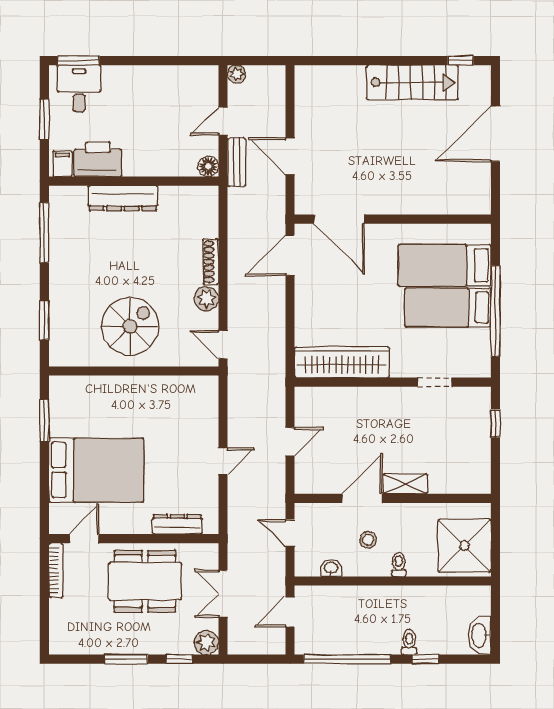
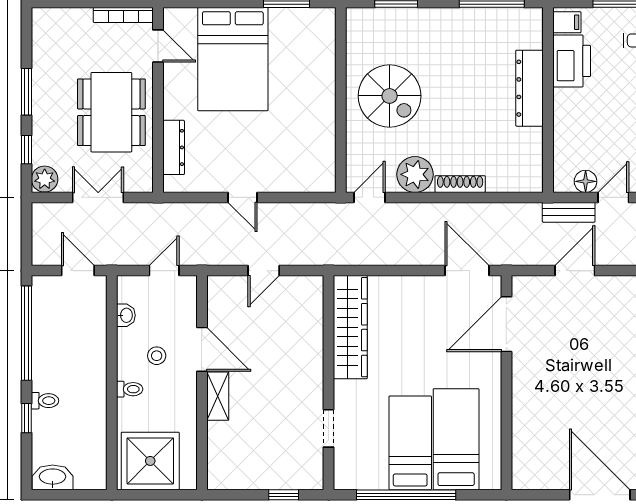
door: (223, 121) -> (613, 197), hinge flipped
floor lamp: (208, 166) -> (586, 181), moved
plant: (206, 299) -> (415, 174), width x1.36, depth x1.36
door: (290, 442) -> (264, 271), hinge flipped

